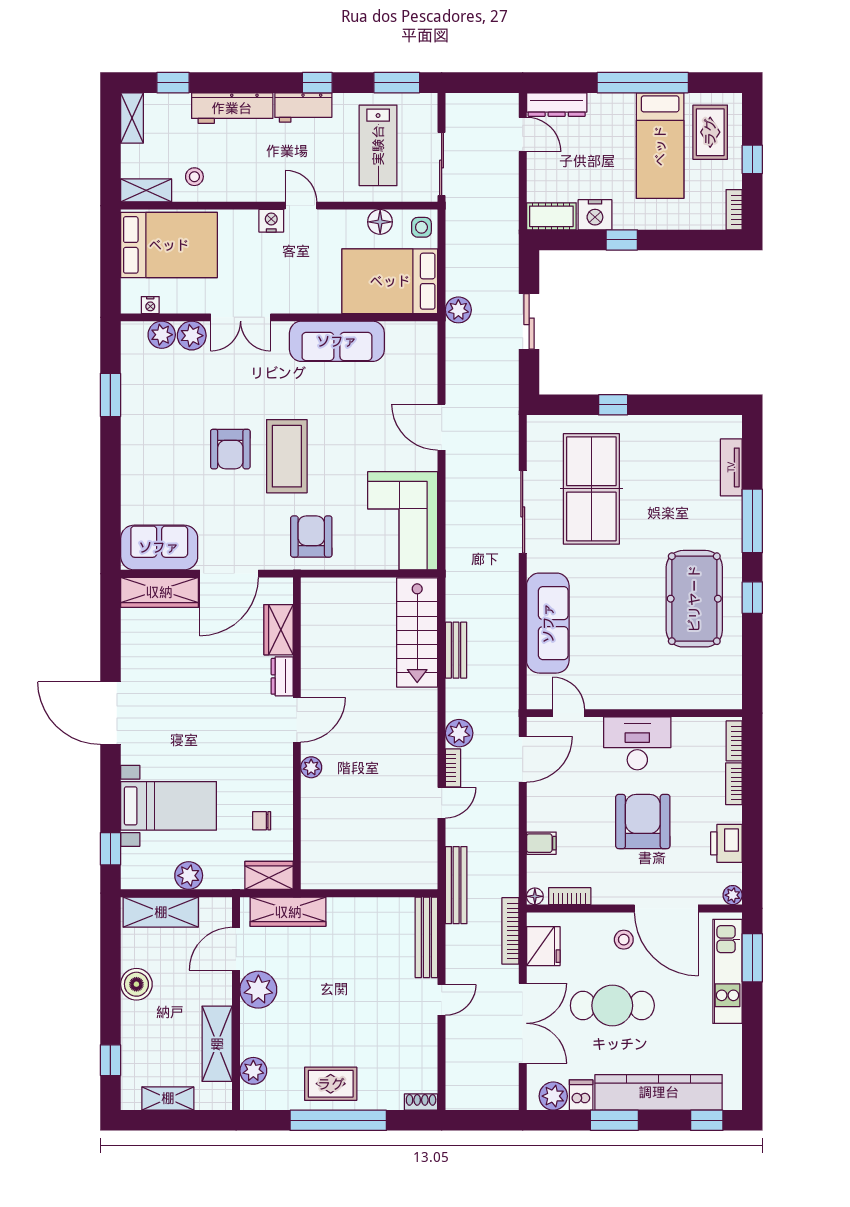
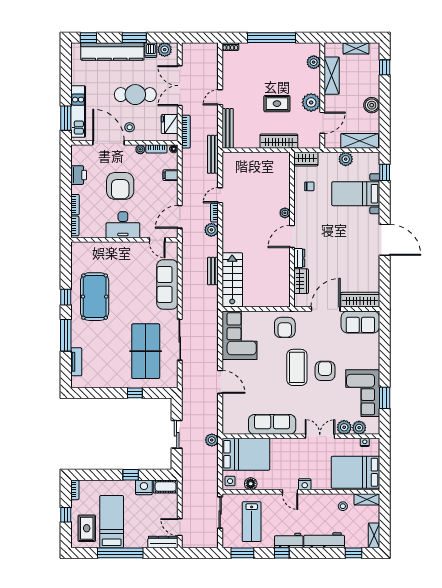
lab bench: (378, 145) -> (252, 522), turned 180
corner sofa: (154, 405) -> (363, 393), added
plant: (733, 895) -> (140, 149), moved
wardrobe: (288, 912) -> (279, 141), moved
rug: (331, 1084) -> (277, 104), moved

